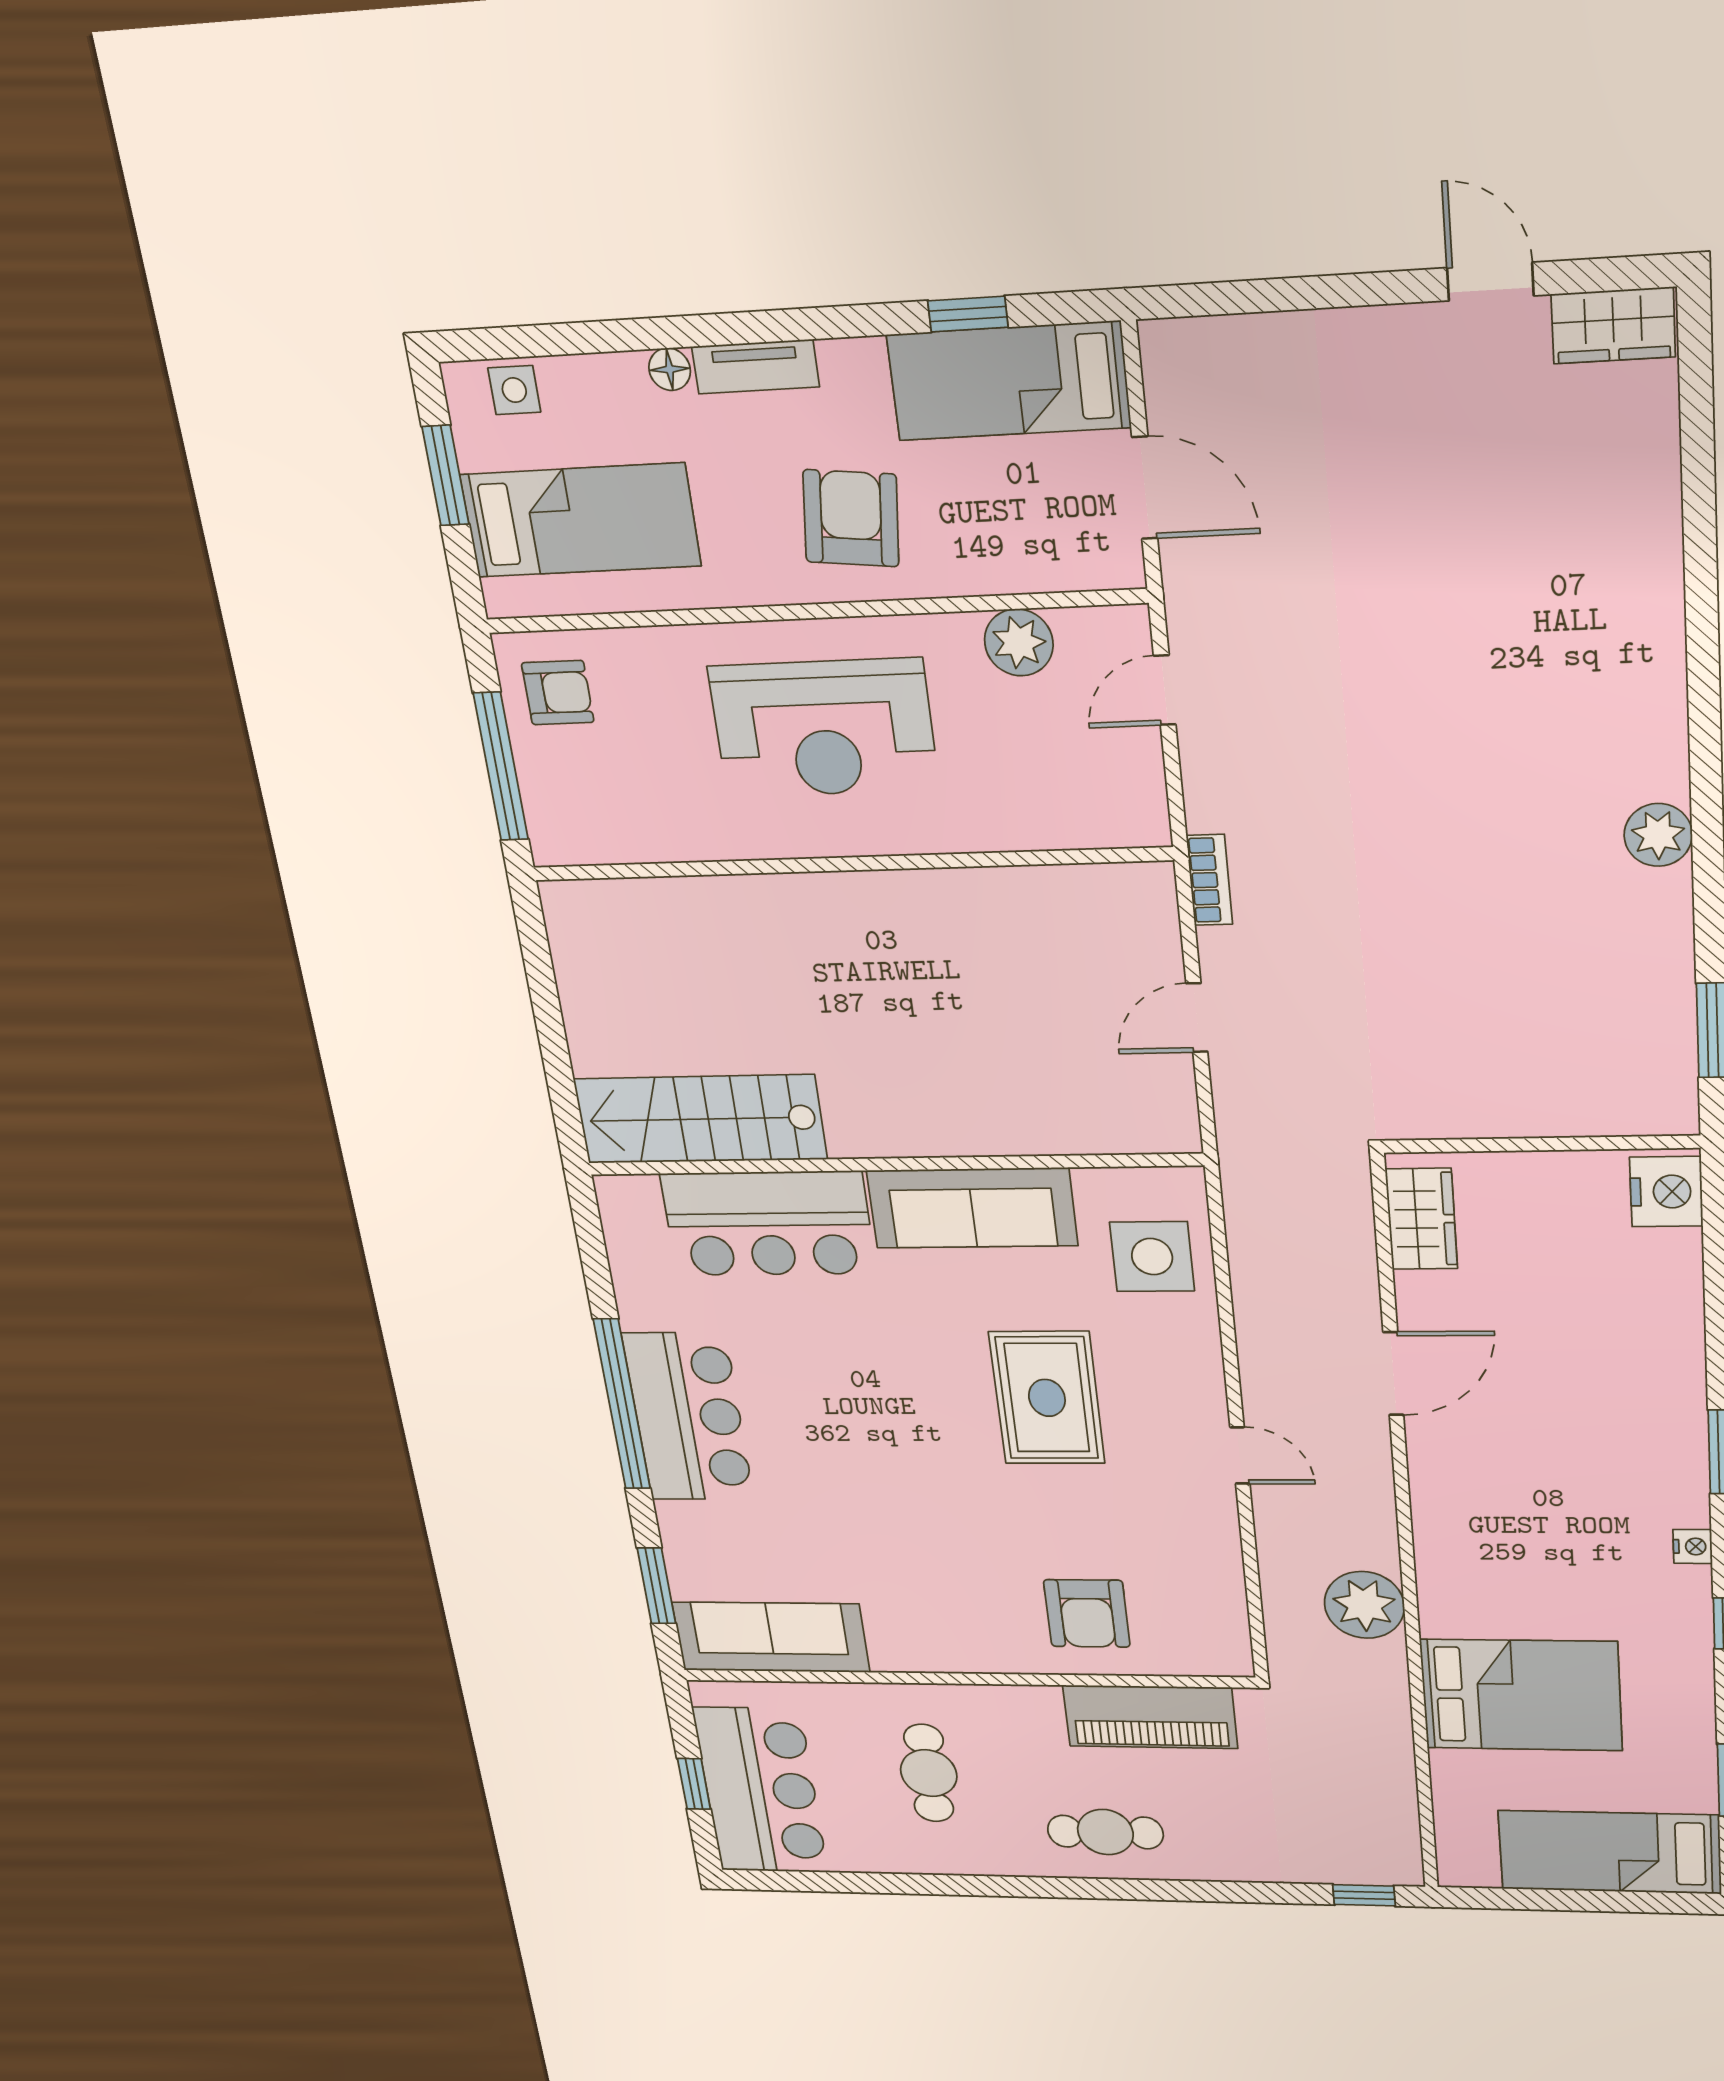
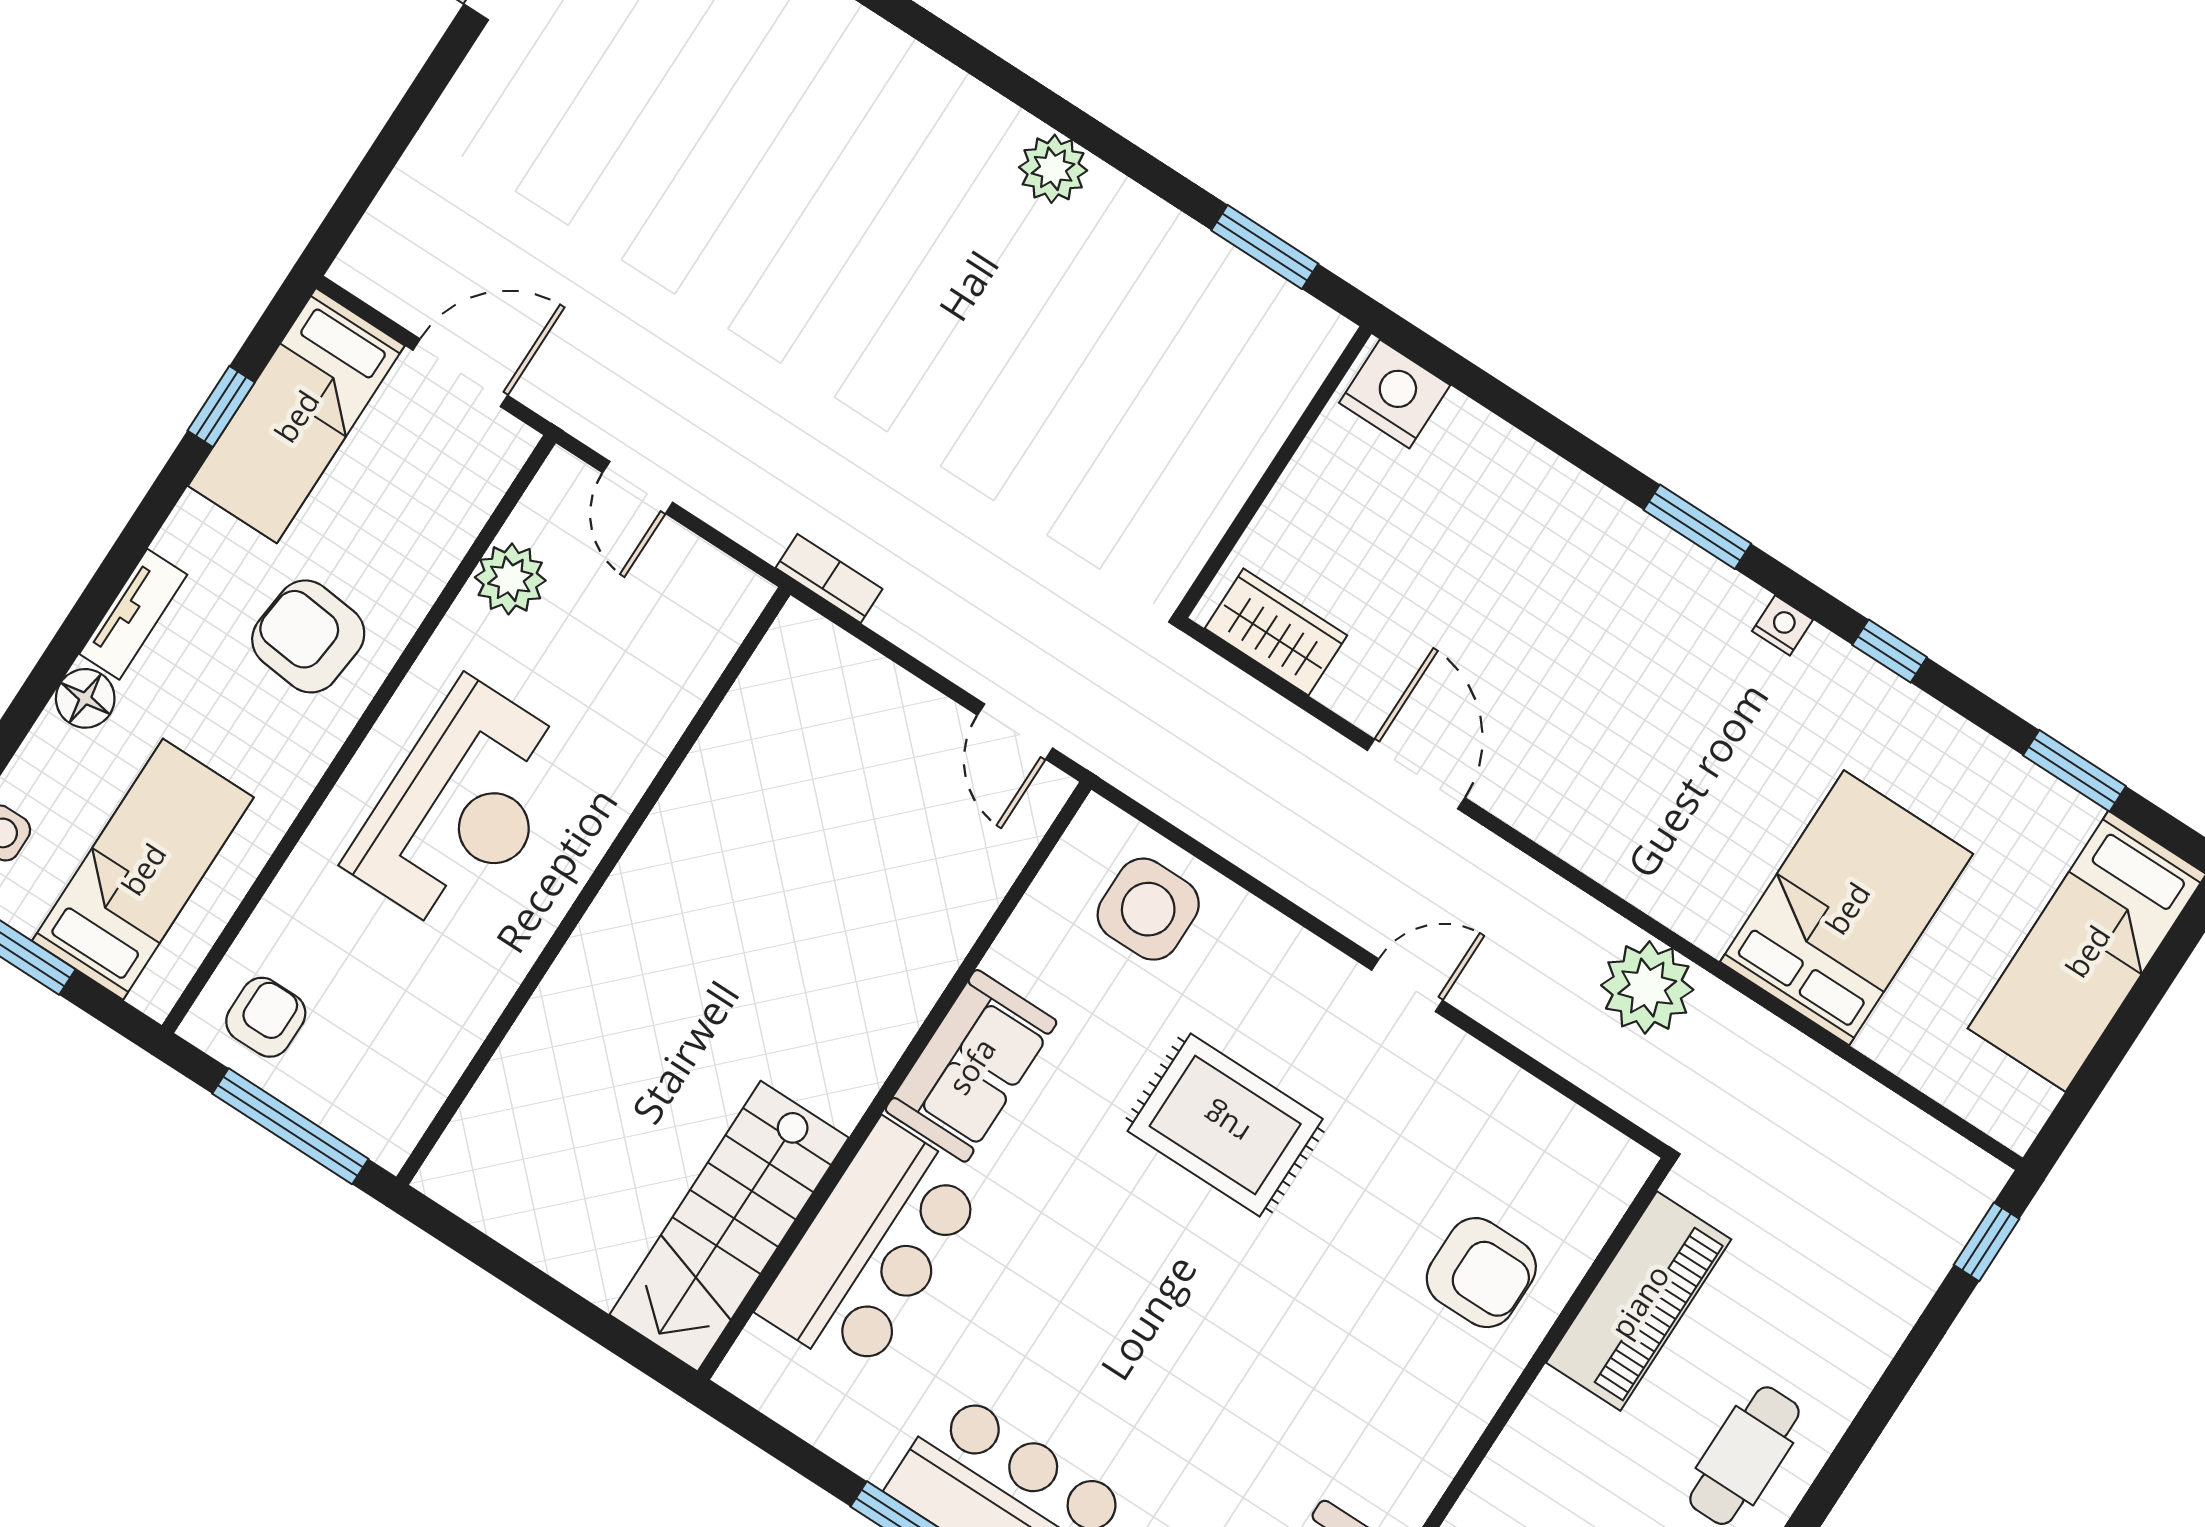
floor lamp: (670, 369) -> (85, 698), width x1.37, depth x1.37
door: (1197, 1018) -> (1015, 732), moved
sofa: (972, 1208) -> (971, 1066), width x0.73

